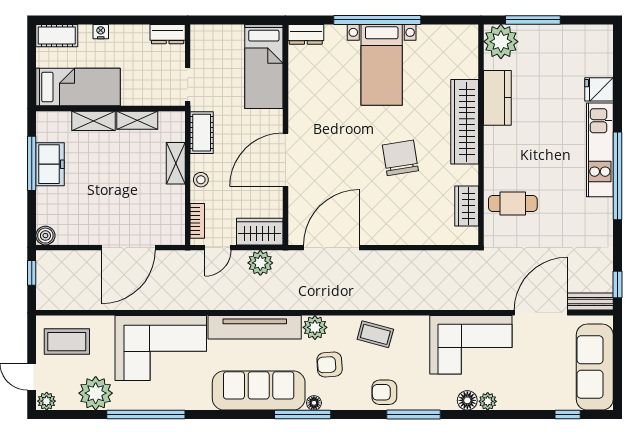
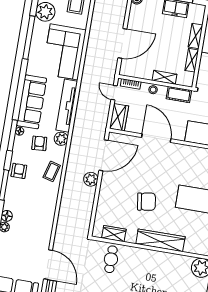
kitchen counter: (497, 98) -> (171, 261), removed
door: (128, 248) -> (122, 43), swing flipped
door: (331, 248) -> (103, 155), hinge flipped
plant: (260, 263) -> (91, 179), moved
corner sofa: (471, 345) -> (37, 223), removed
window: (303, 415) -> (12, 135), moved

